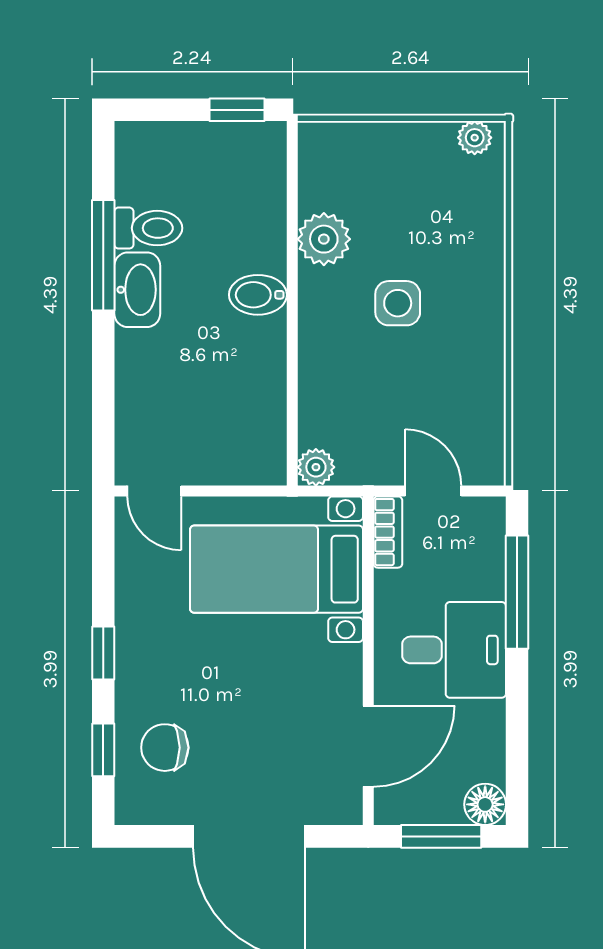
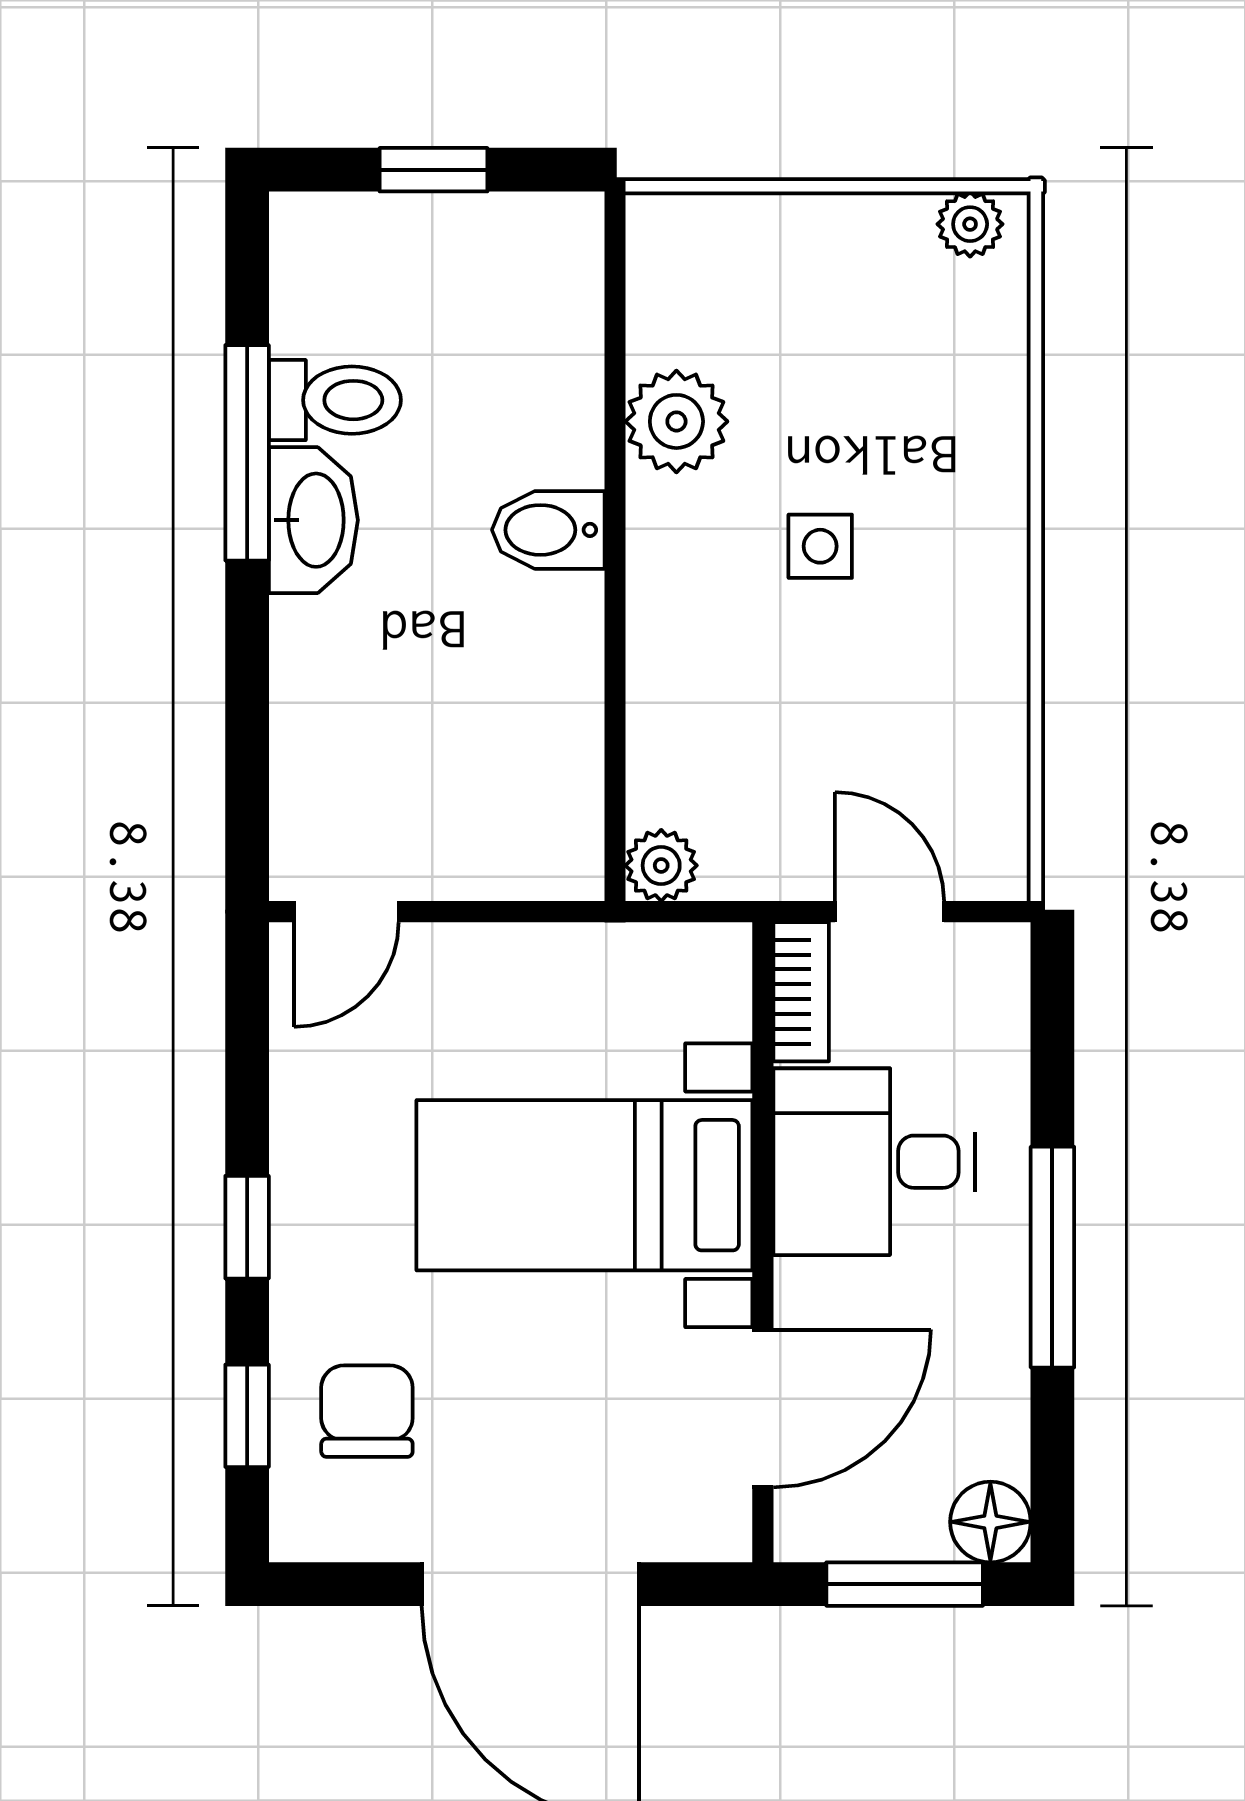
window: (237, 110) -> (434, 170), moved
side table: (398, 303) -> (820, 546), width x0.73, depth x0.73
door: (154, 491) -> (346, 912), hinge flipped
bed with nightstands: (277, 569) -> (584, 1185), moved
window: (517, 592) -> (1052, 1257), moved
desk: (454, 650) -> (874, 1162), moved, turned 180
chair: (165, 748) -> (367, 1411), turned 90

